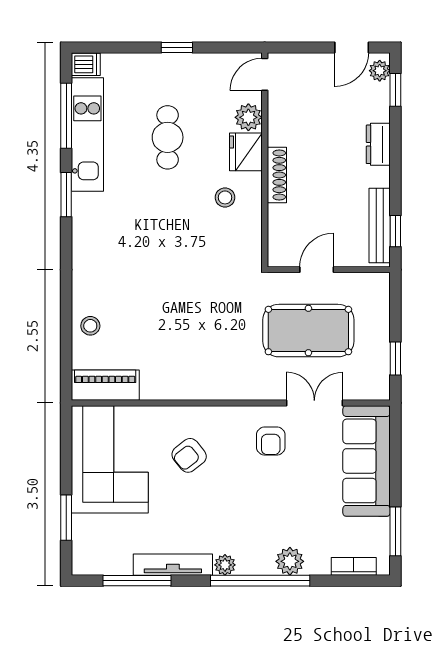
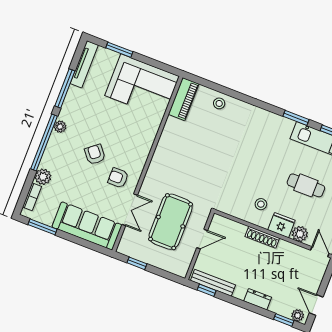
door: (317, 270) -> (202, 239), hinge flipped
armchair: (189, 455) -> (95, 154), moved
plant: (290, 561) -> (43, 177), moved
tv unit: (173, 565) -> (84, 64), moved
window: (137, 581) -> (65, 88), moved

